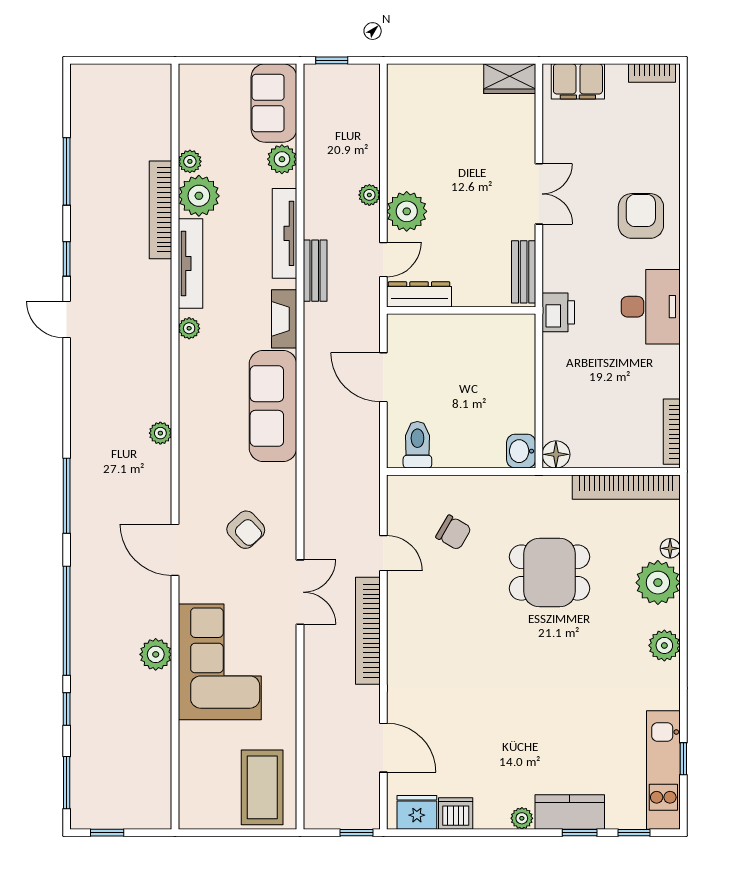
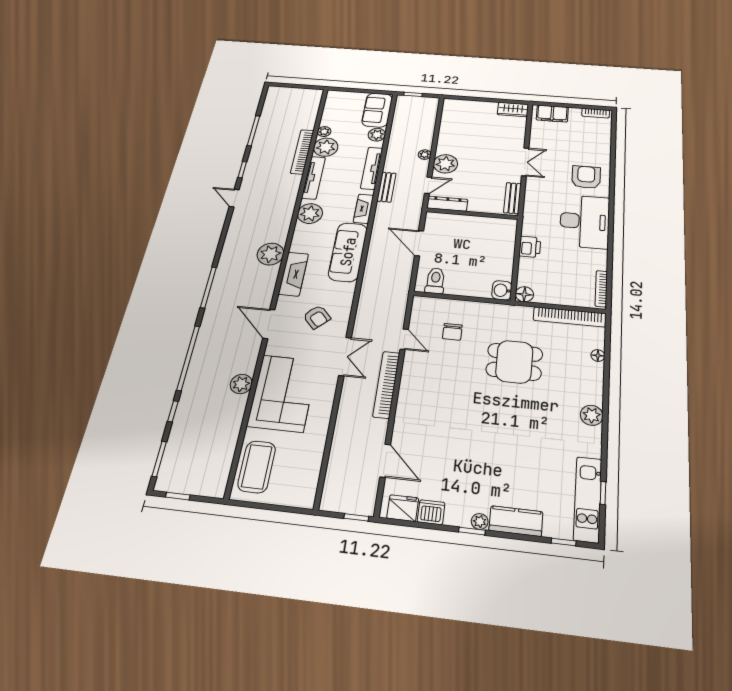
desk: (651, 307) -> (585, 221), width x1.36, depth x1.30
printer: (558, 312) -> (530, 247), moved
plant: (189, 328) -> (310, 214), width x1.88, depth x1.88
plant: (160, 433) -> (270, 254), width x1.88, depth x1.88
fireplace: (195, 457) -> (294, 274), added
chair: (454, 533) -> (452, 332), turned 60
plant: (658, 583) -> (589, 375), removed
coffee table: (262, 787) -> (257, 467), moved
window: (580, 833) -> (472, 531), moved

